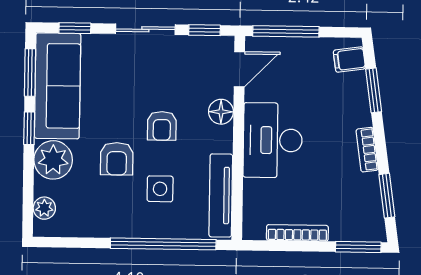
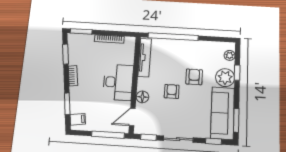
window: (29, 128) -> (237, 73), moved
side table: (160, 189) -> (174, 62), removed

